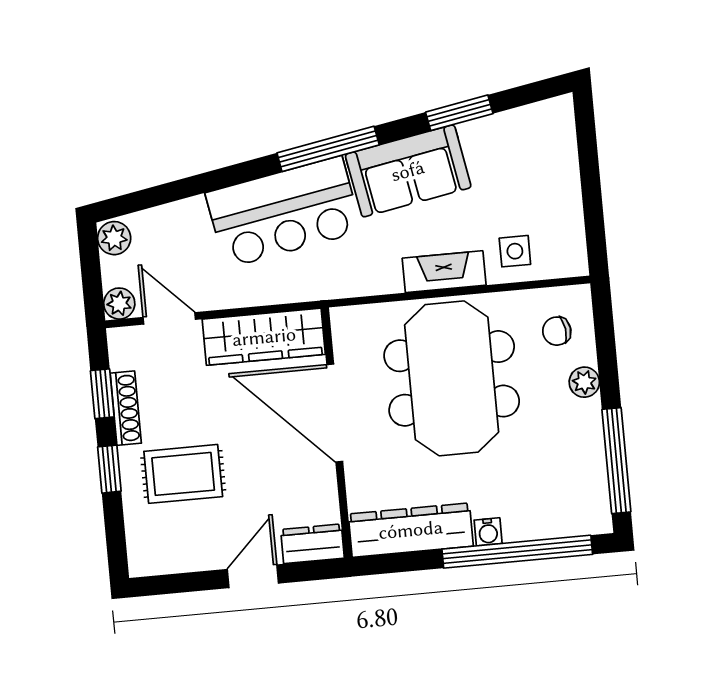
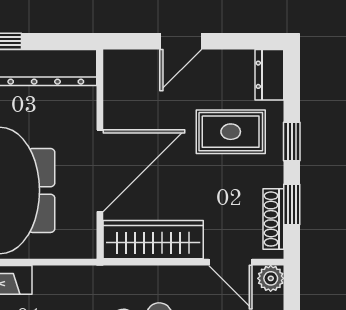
shoe rack: (126, 408) -> (273, 219), moved
door: (335, 413) -> (100, 171), hinge flipped
dresser: (312, 544) -> (269, 75), moved, turned 90

